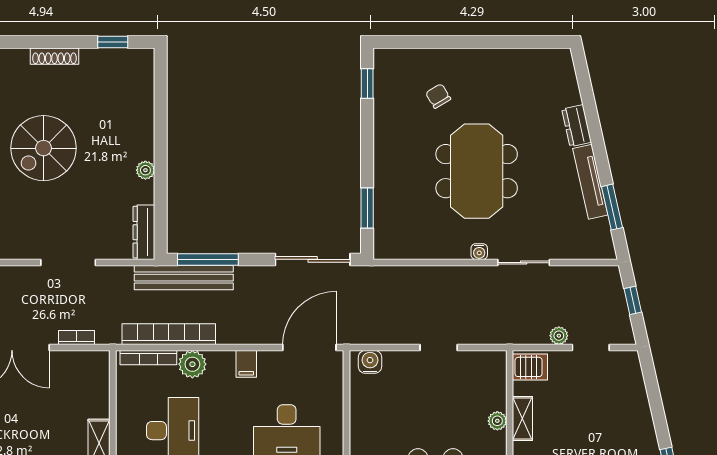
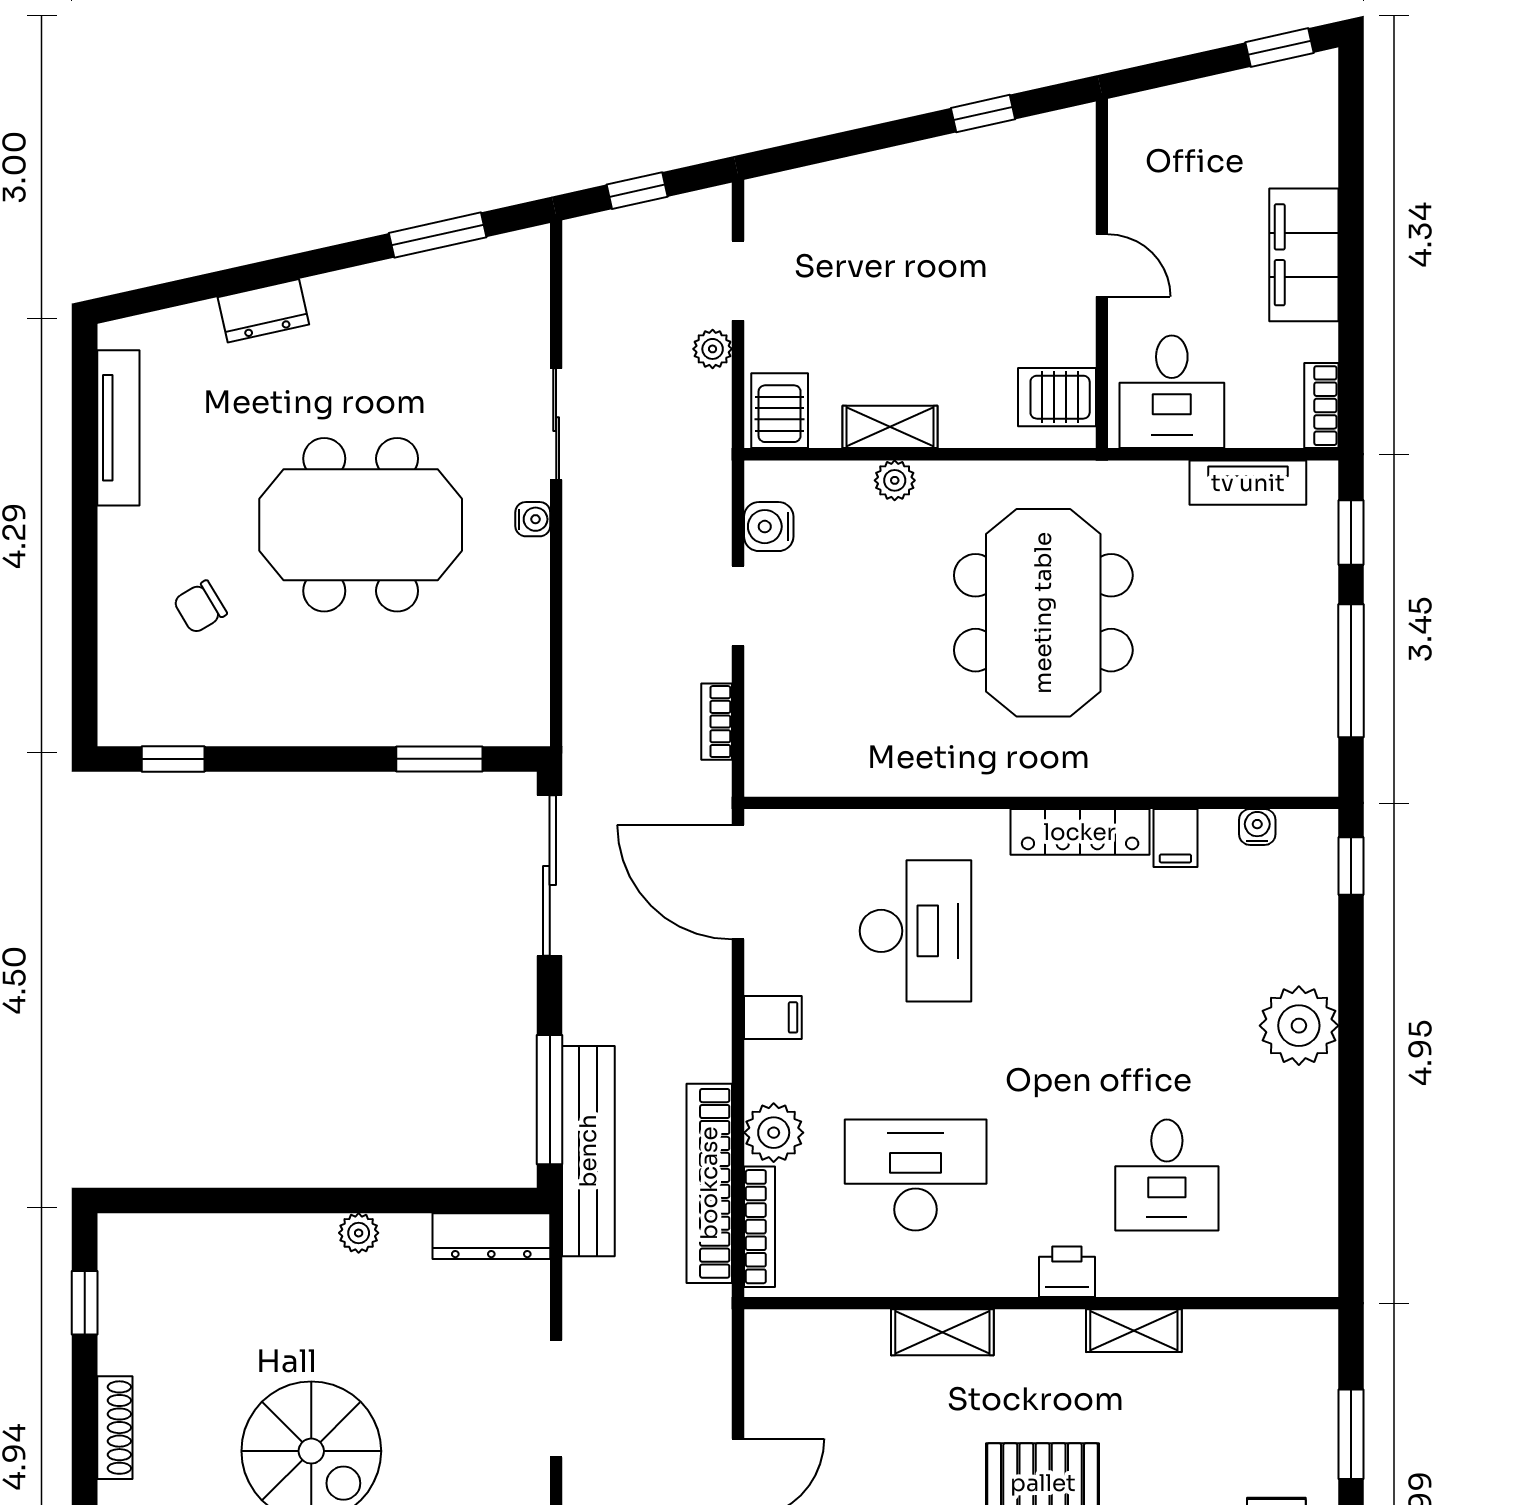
tv unit: (590, 182) -> (118, 428), moved, turned -77
bookcase: (77, 338) -> (717, 722), moved
water cooler: (370, 362) -> (769, 527), moved

